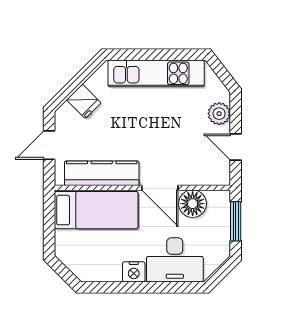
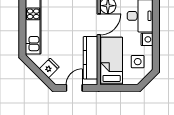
door: (49, 145) -> (74, 88), swing flipped
side table: (95, 256) -> (138, 62), added

